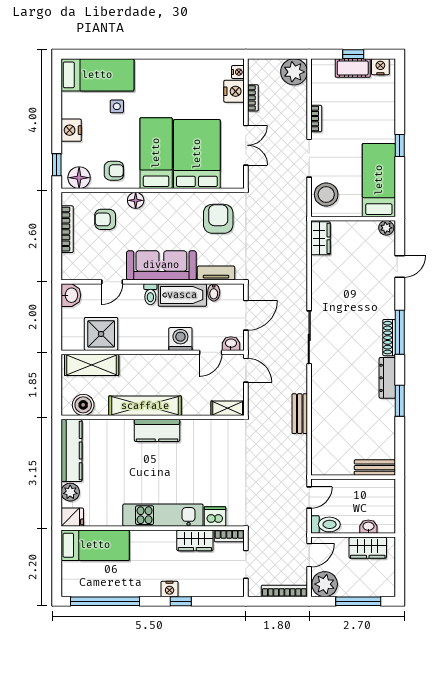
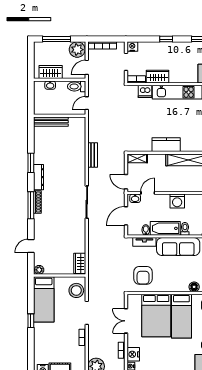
washing machine: (180, 339) -> (177, 201), moved
kitchen counter: (157, 430) -> (166, 145), moved
bench: (375, 468) -> (51, 122), width x1.36
nightstand: (170, 589) -> (132, 47), moved

